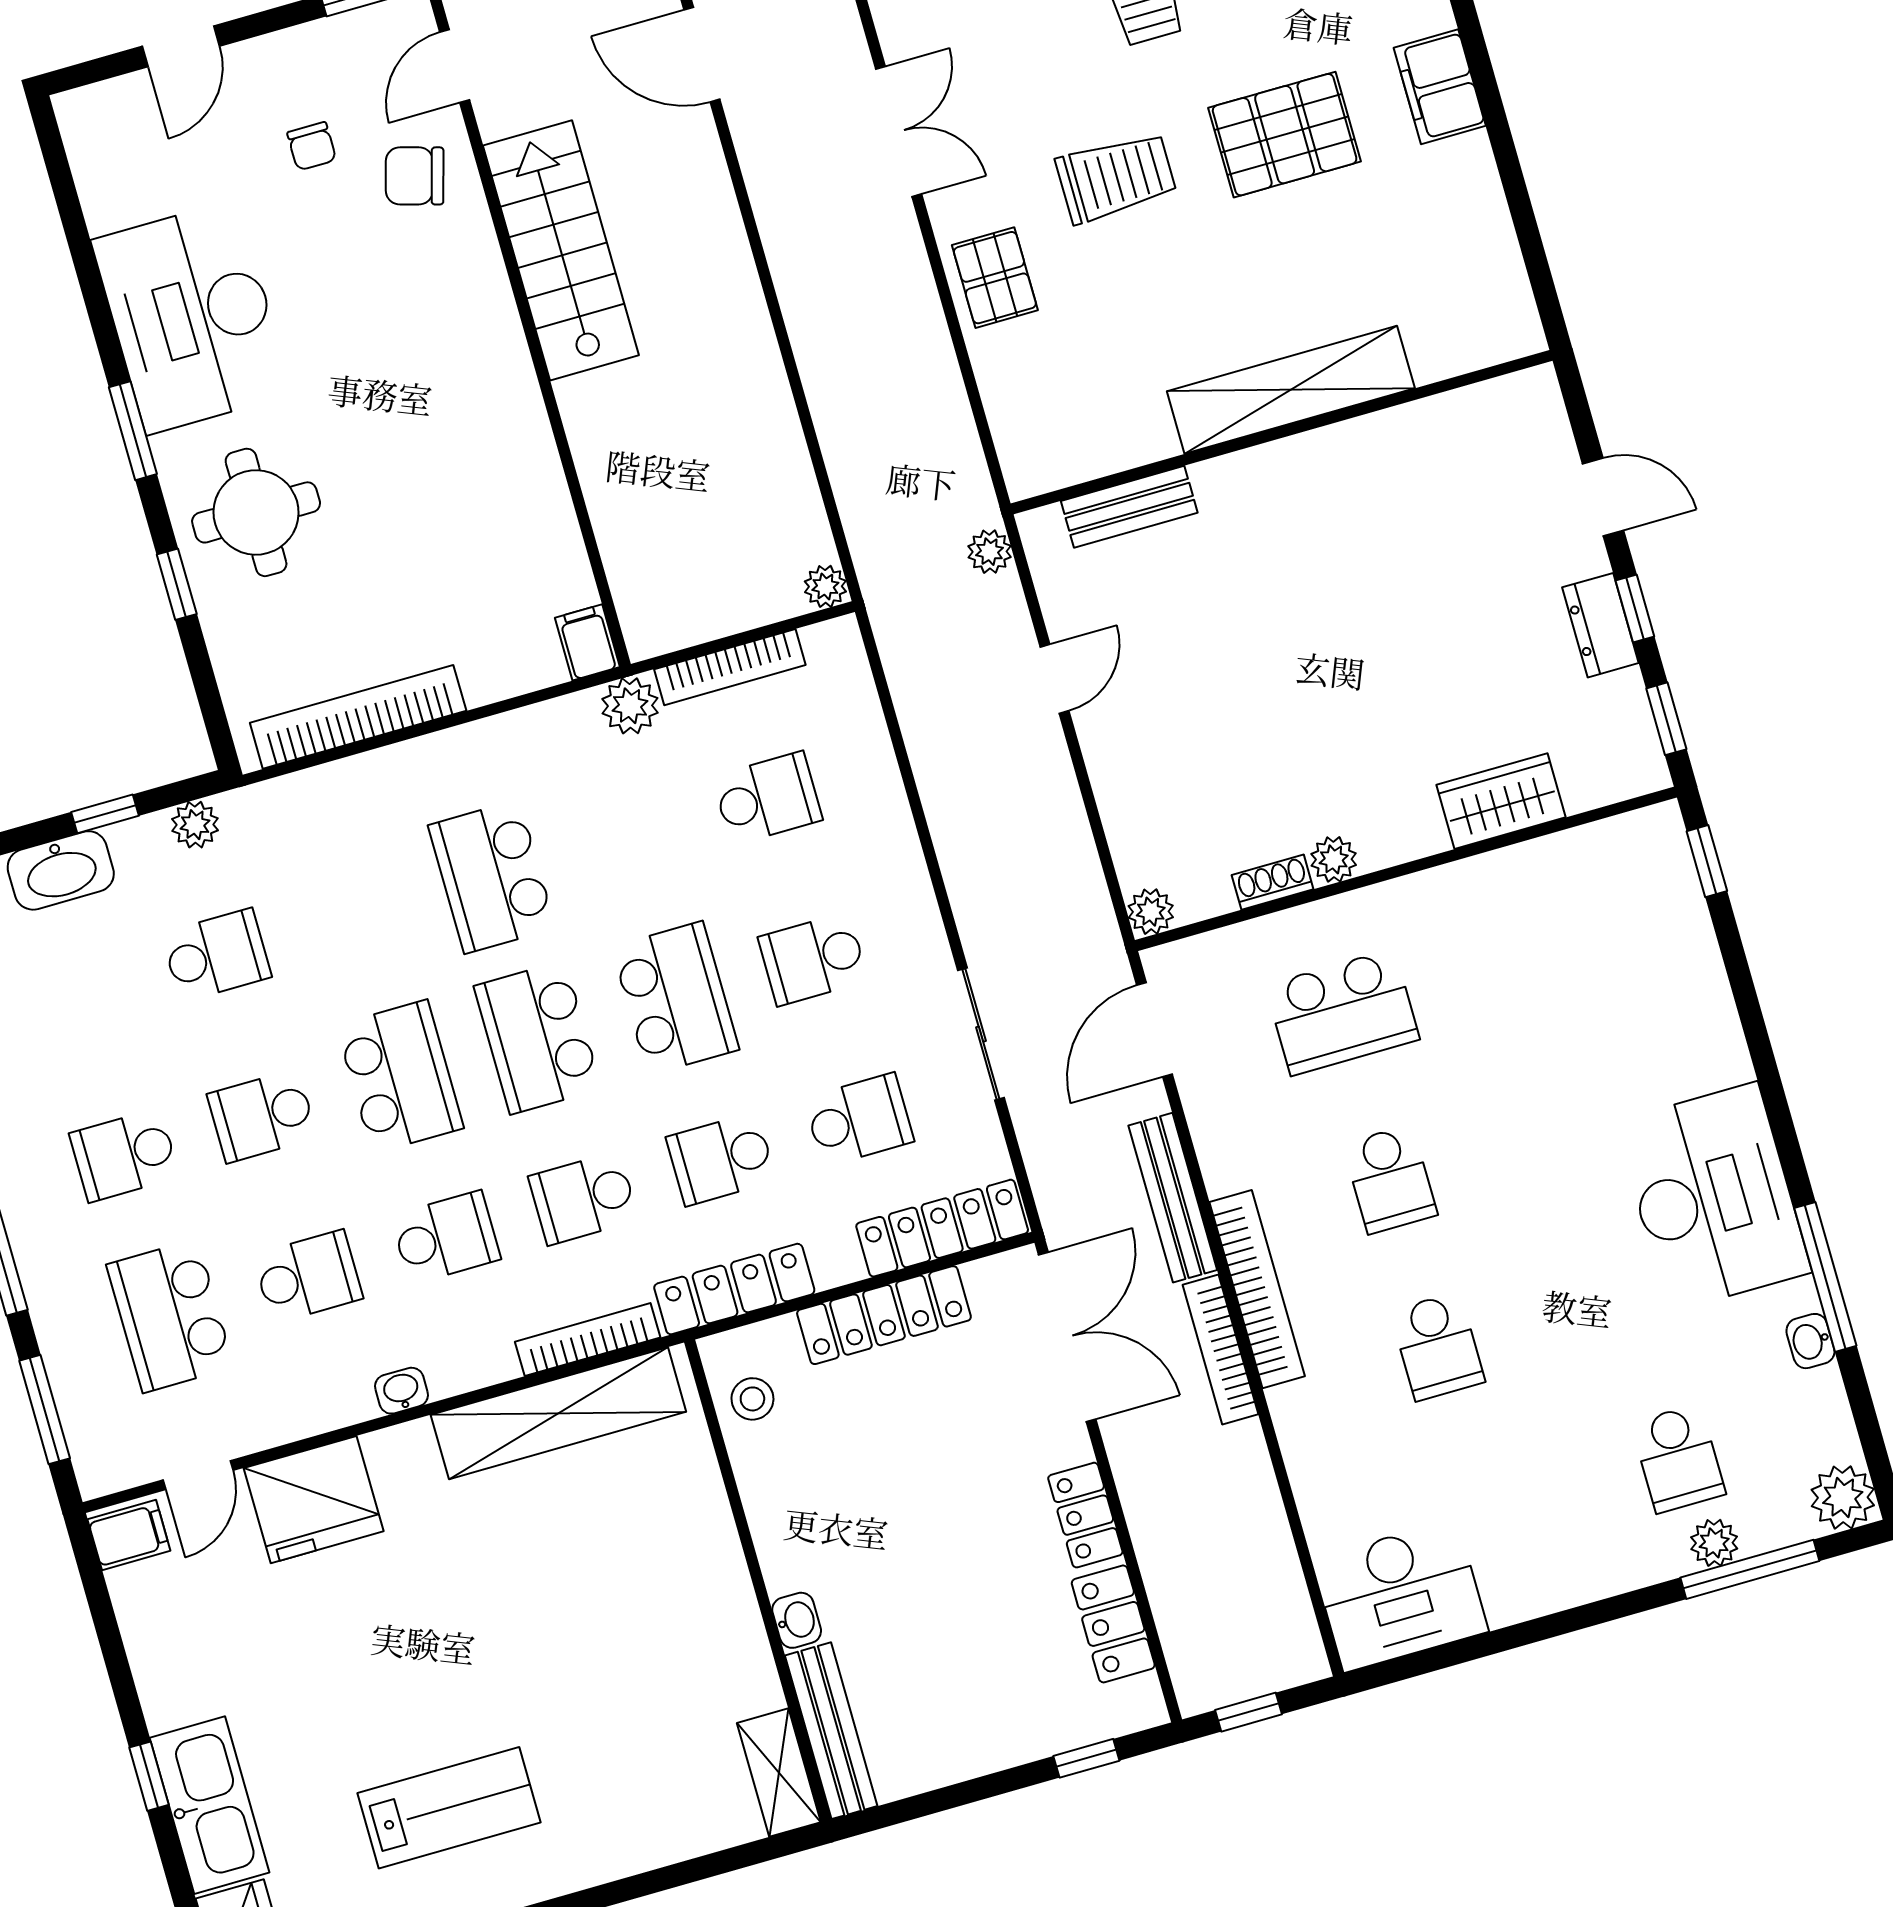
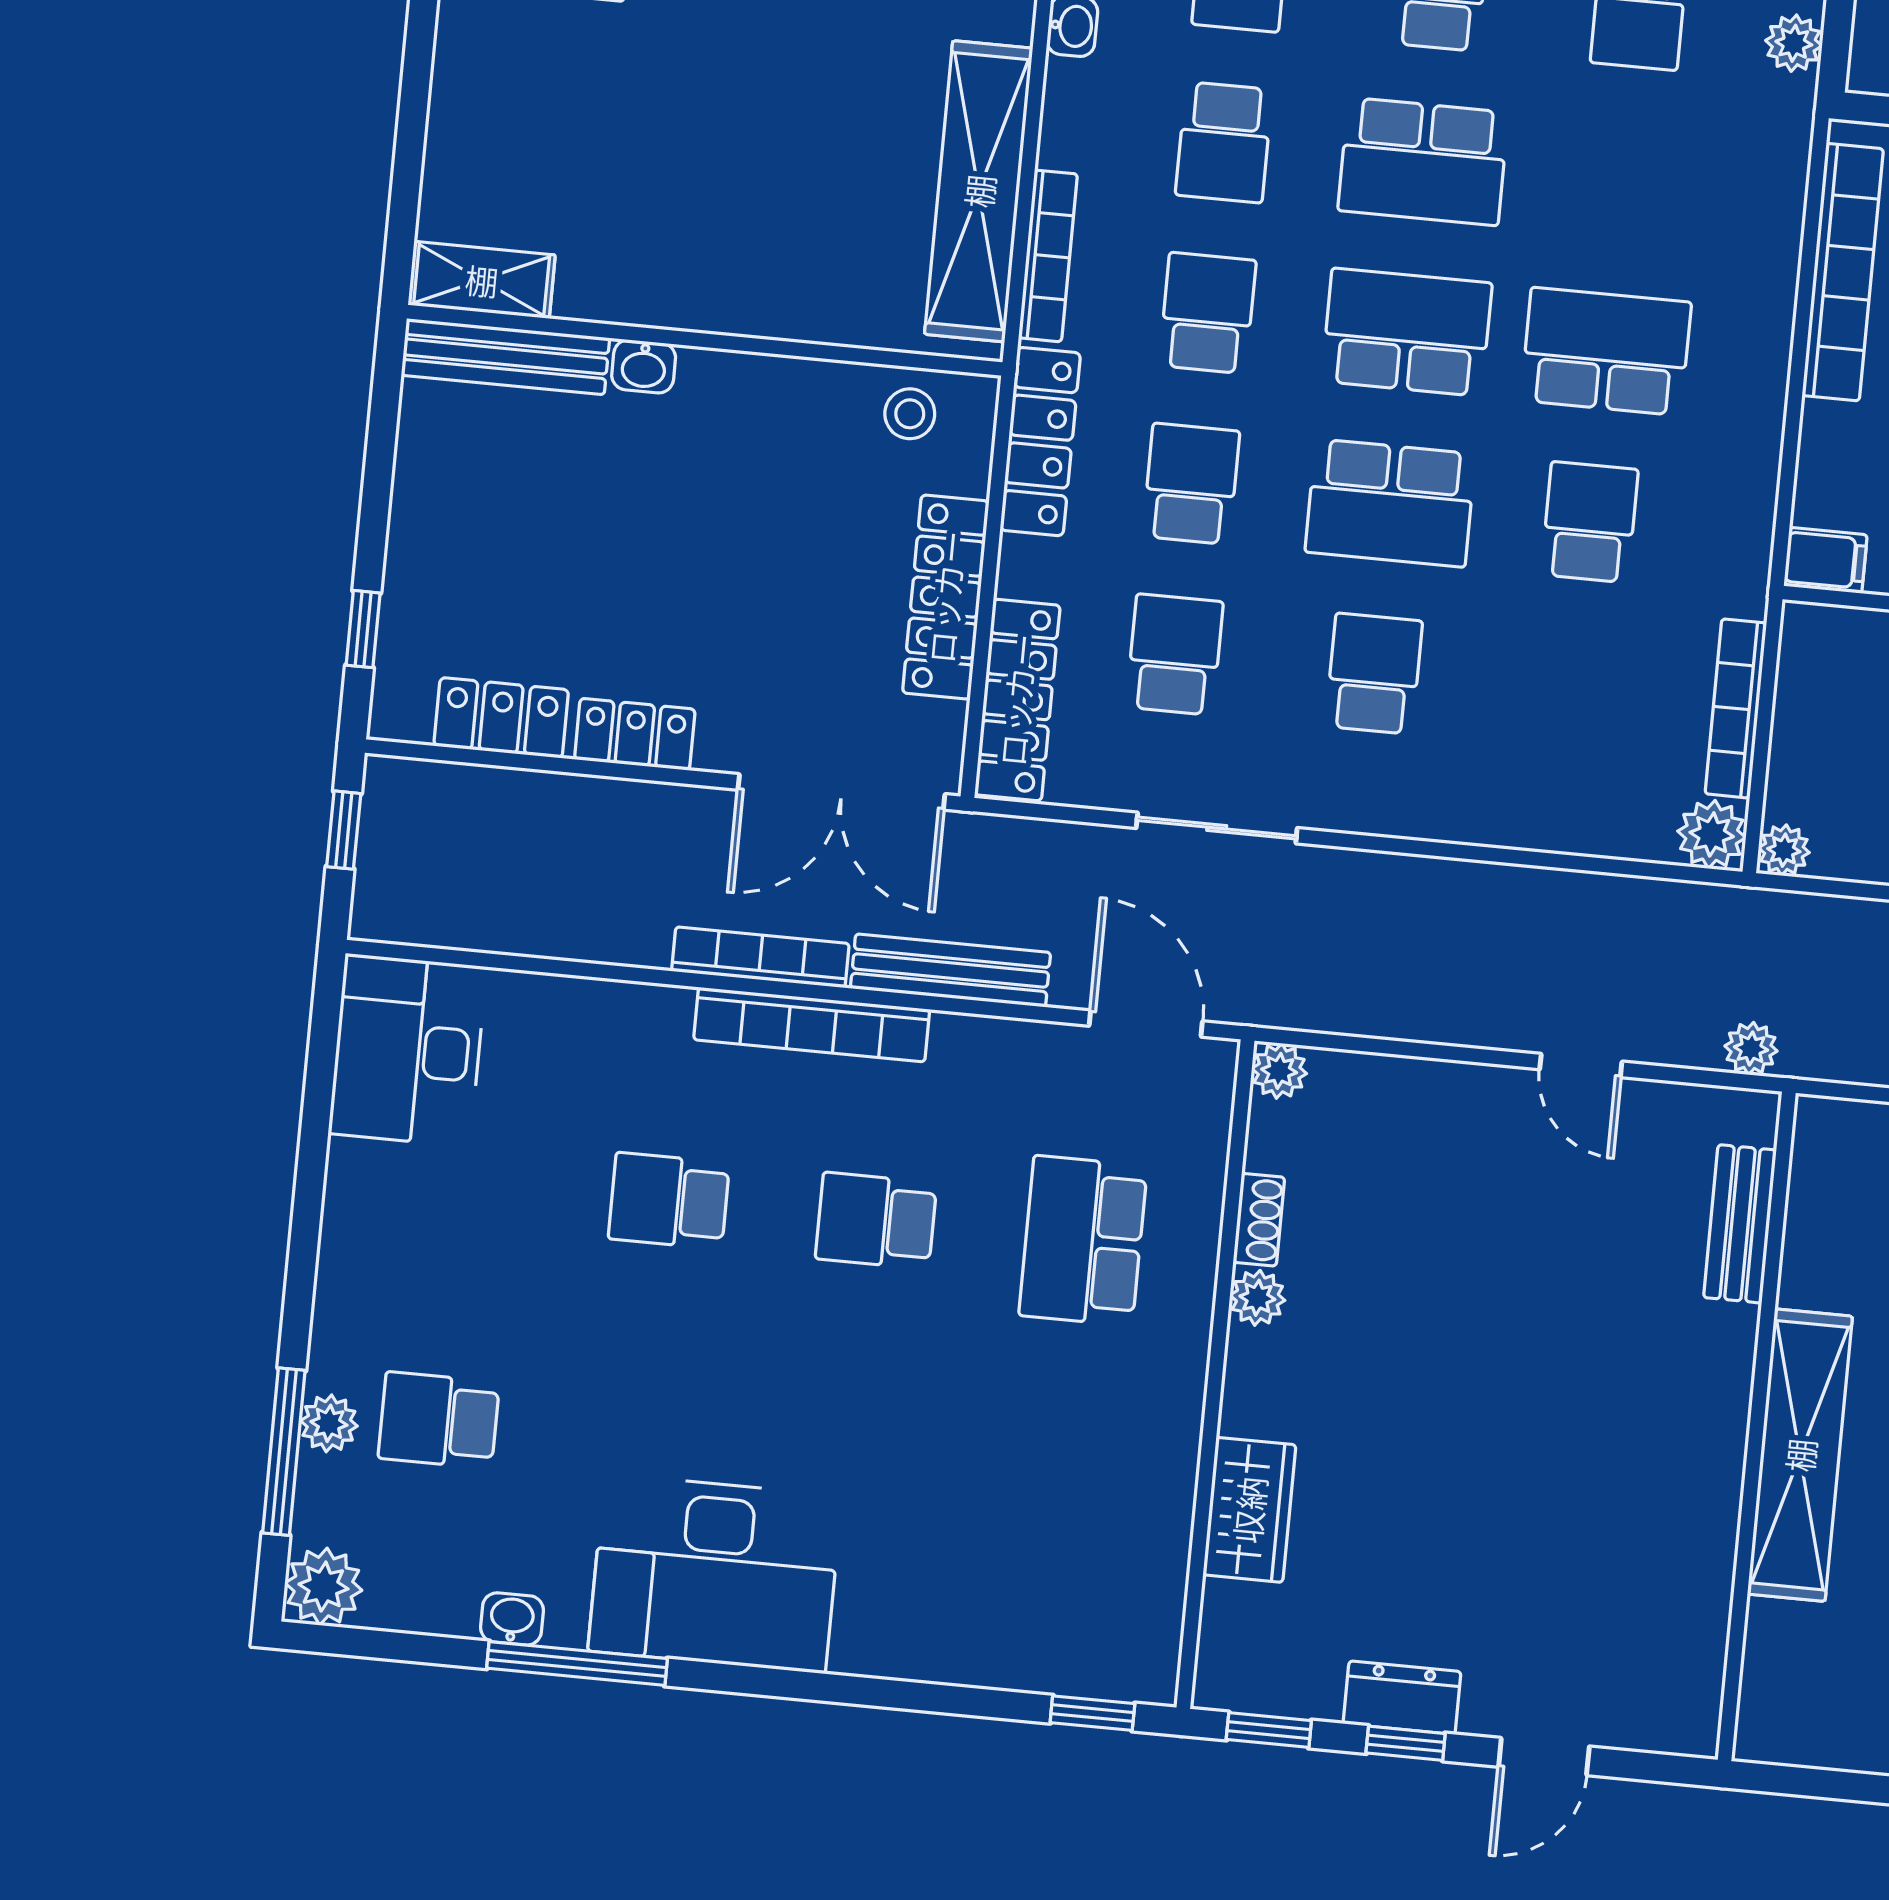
plant: (630, 706) -> (1712, 834), moved
school desk: (767, 798) -> (1590, 522), moved, turned 180
school desk: (859, 1120) -> (1175, 655), turned 180

